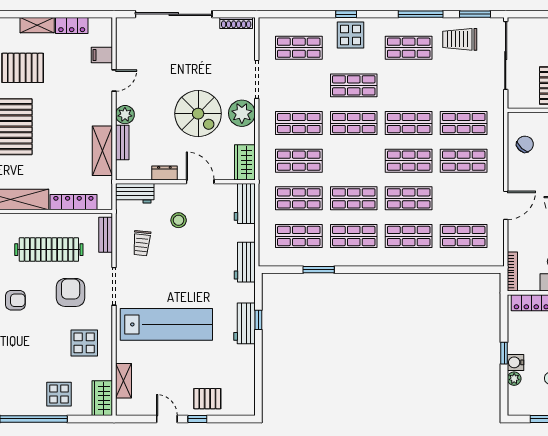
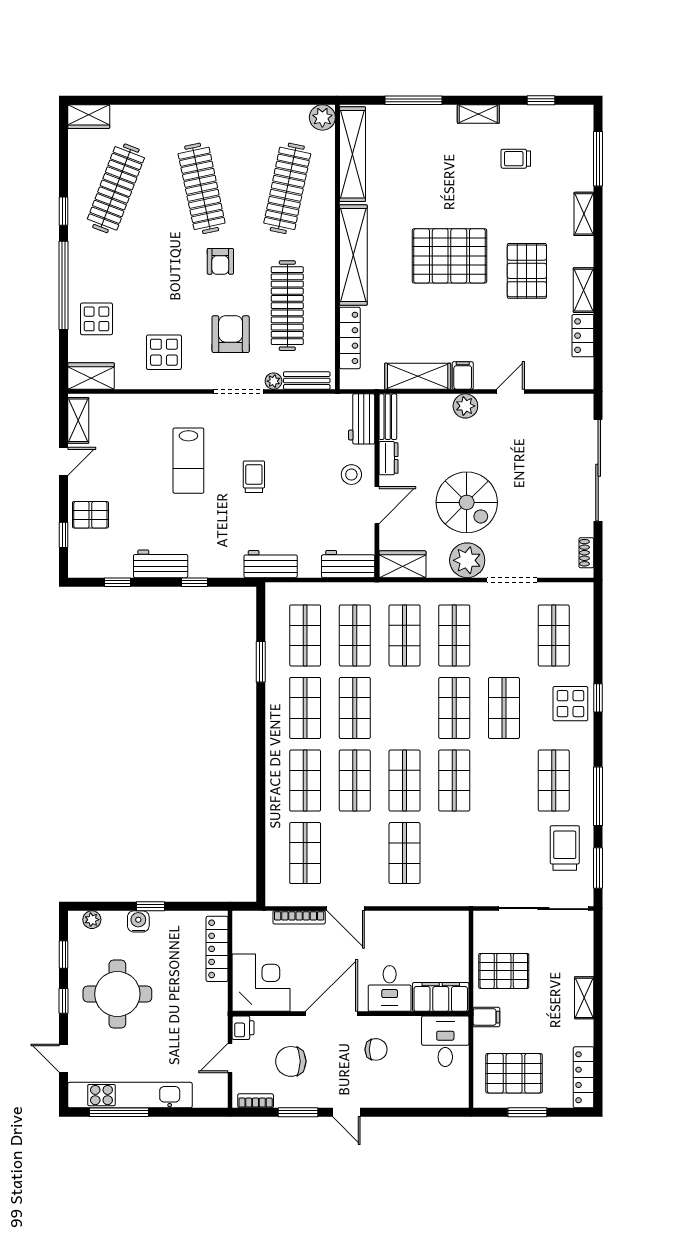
shoe rack: (236, 23) -> (586, 553), width x0.70
filing cabinet: (102, 55) -> (463, 375), moved
door: (114, 80) -> (510, 392), swing flipped
spiral stairs: (198, 114) -> (467, 502), turned -90
shop shelf: (464, 123) -> (454, 853), removed
bench: (122, 143) -> (388, 417), moved, turned 90
chair: (525, 144) -> (426, 934), removed
stool: (179, 220) -> (351, 475), moved
trolley: (142, 243) -> (254, 477), moved, turned 84
plant: (106, 260) -> (274, 381), added
bookcase: (512, 271) -> (299, 917), moved
armchair: (71, 292) -> (231, 334), turned -90
workbench: (245, 323) -> (161, 564), moved
lab bench: (166, 324) -> (188, 461), width x0.54, depth x0.72
window: (258, 378) -> (118, 582), added
plant: (514, 379) -> (92, 920), moved
shelving: (124, 381) -> (78, 420), moved, turned 90
pallet: (207, 399) -> (90, 515), turned 90
window: (197, 419) -> (64, 535), moved

